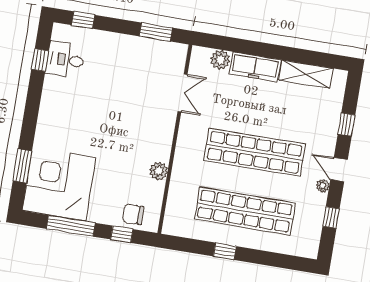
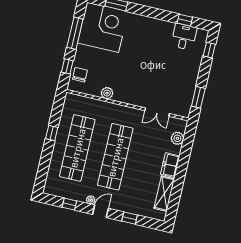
freezer: (255, 67) -> (170, 165), width x0.71

